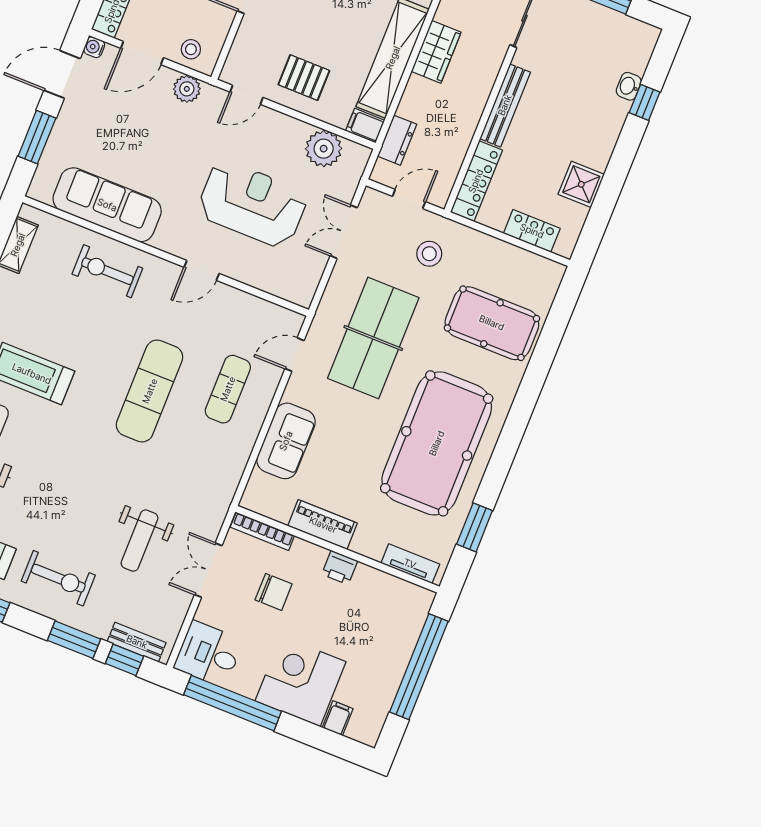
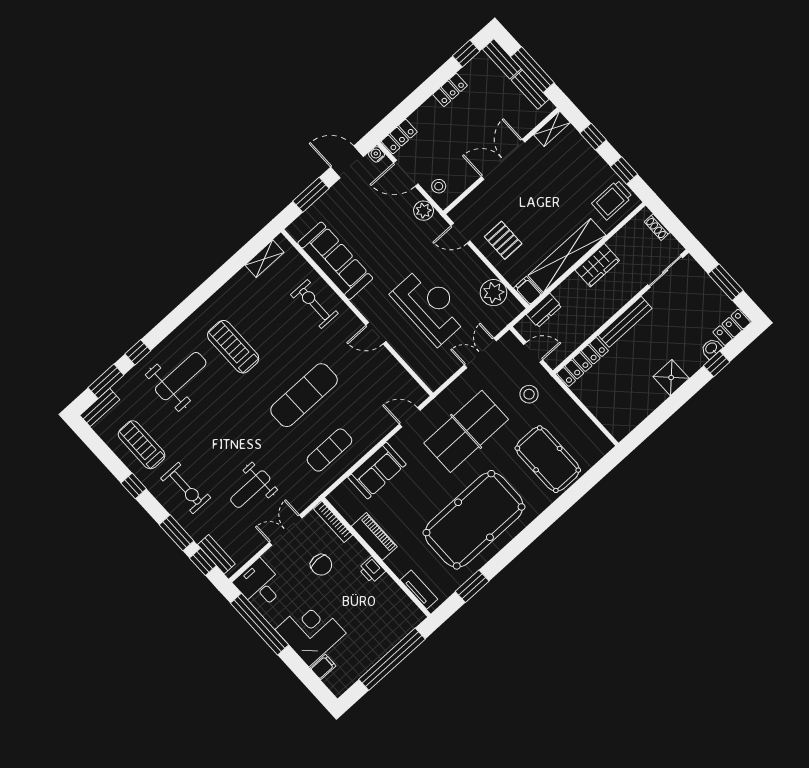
shower: (581, 184) -> (671, 378), moved
locker: (532, 231) -> (732, 327), moved, turned -90
exercise mat: (228, 389) -> (329, 450), moved

